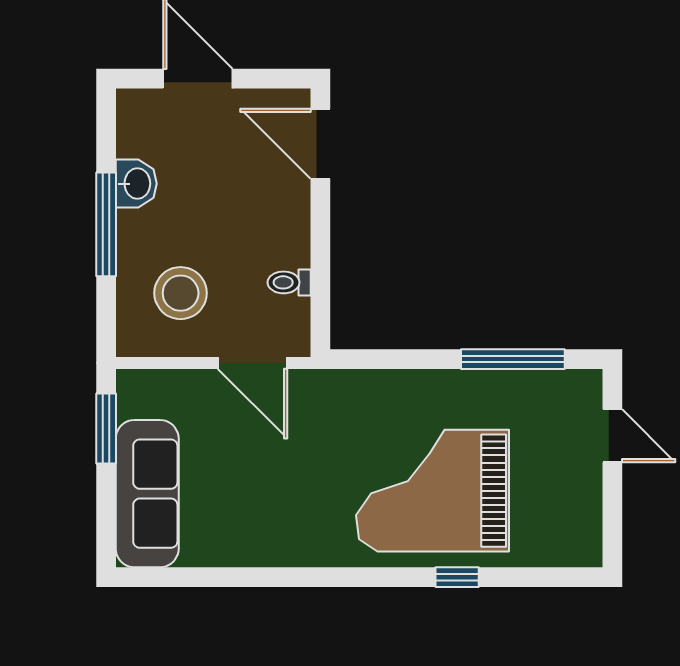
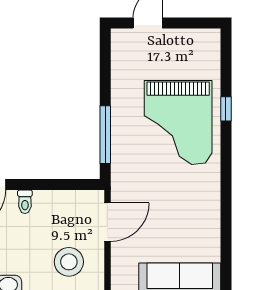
toilet: (289, 282) -> (25, 202), moved
window: (513, 359) -> (105, 135), moved

